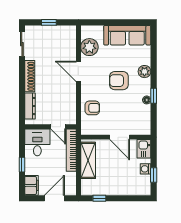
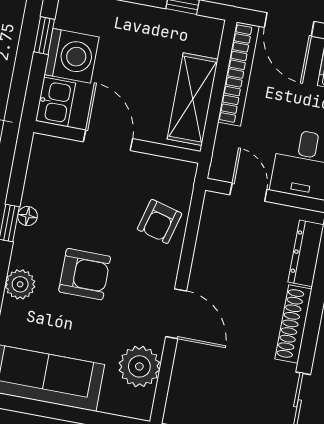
armchair: (92, 108) -> (160, 221), turned -75
bookcase: (71, 150) -> (238, 74), moved
washing machine: (145, 169) -> (72, 56), width x1.89, depth x1.89
door: (54, 198) -> (289, 24), hinge flipped

